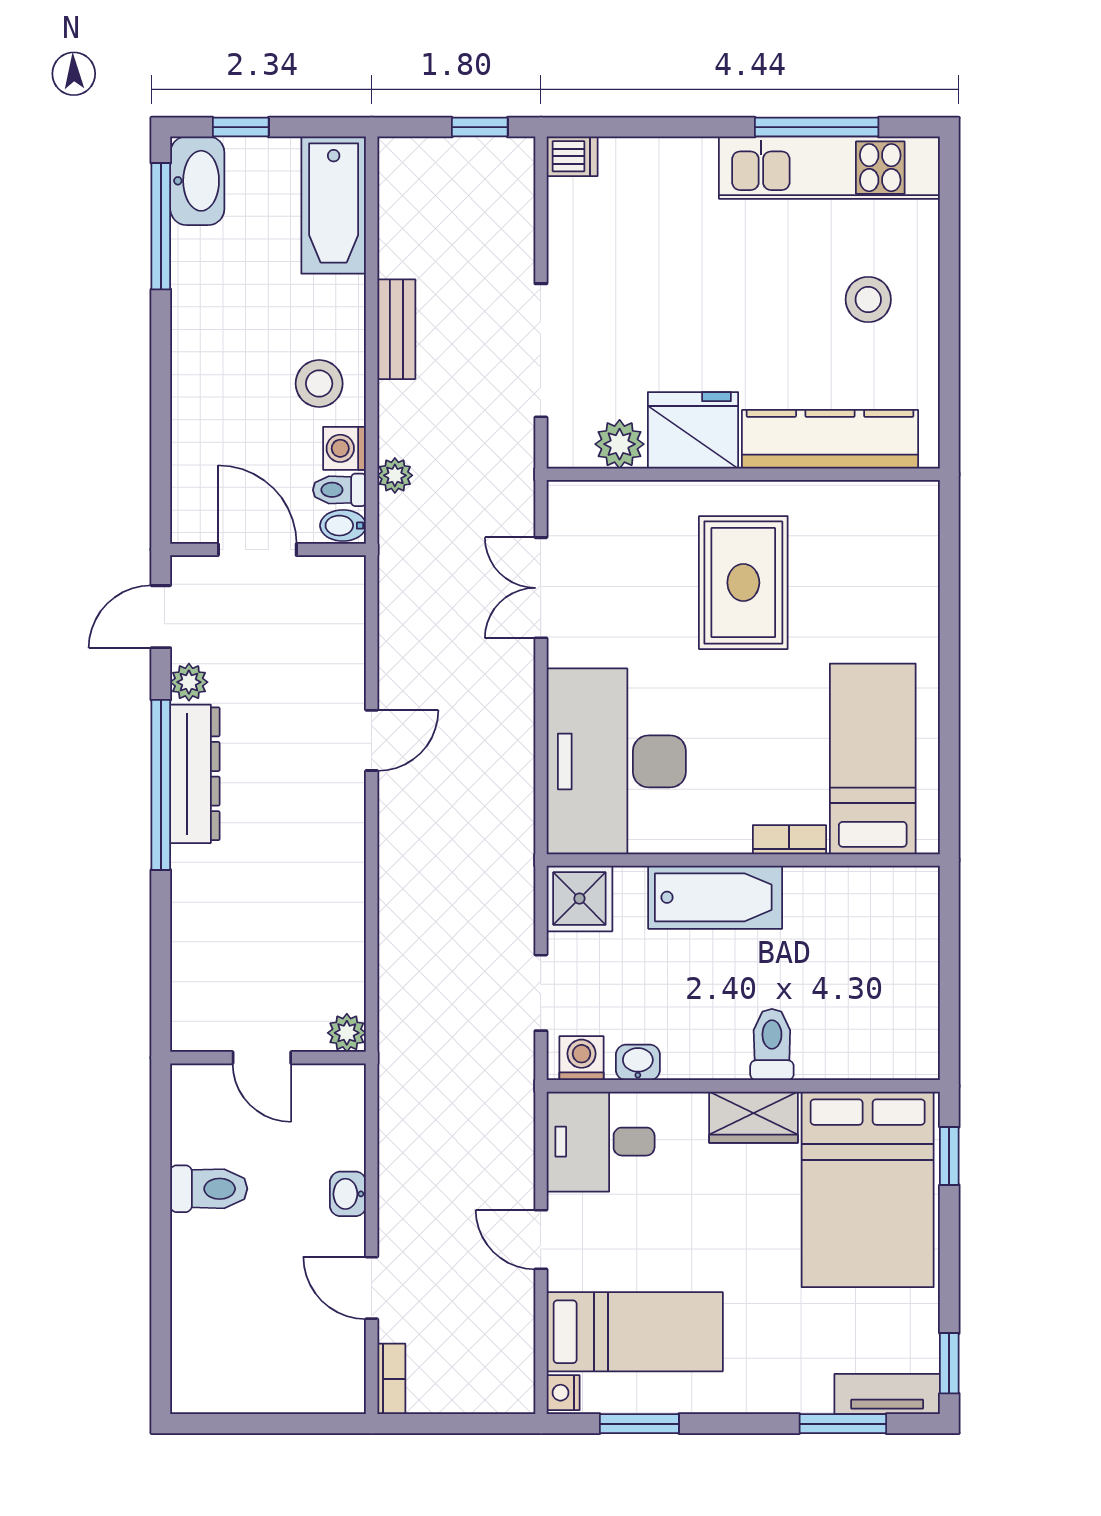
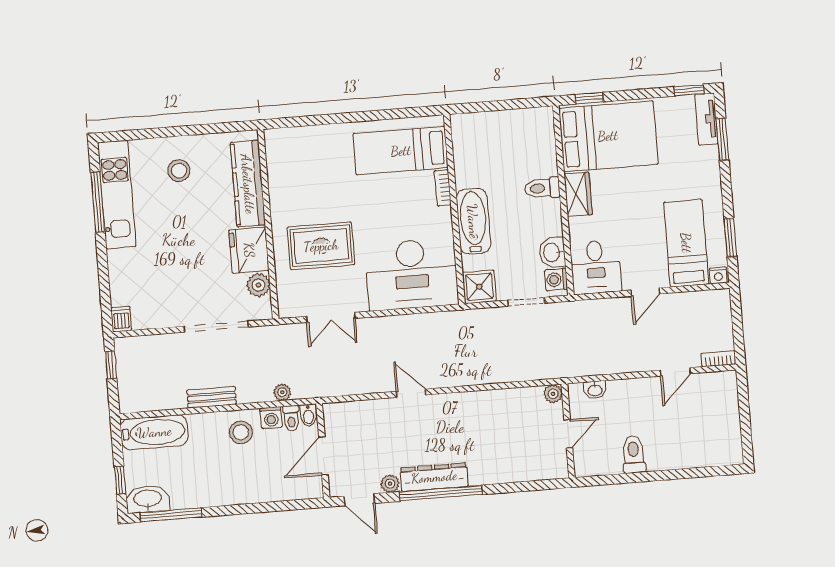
rug: (743, 583) -> (321, 246), moved
washbasin: (638, 1062) -> (552, 252), width x1.38, depth x1.45
washbasin: (348, 1194) -> (595, 390), moved

